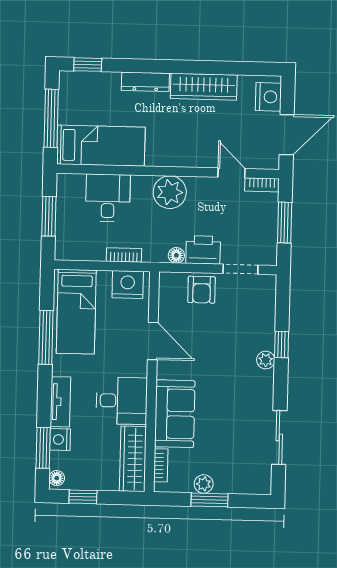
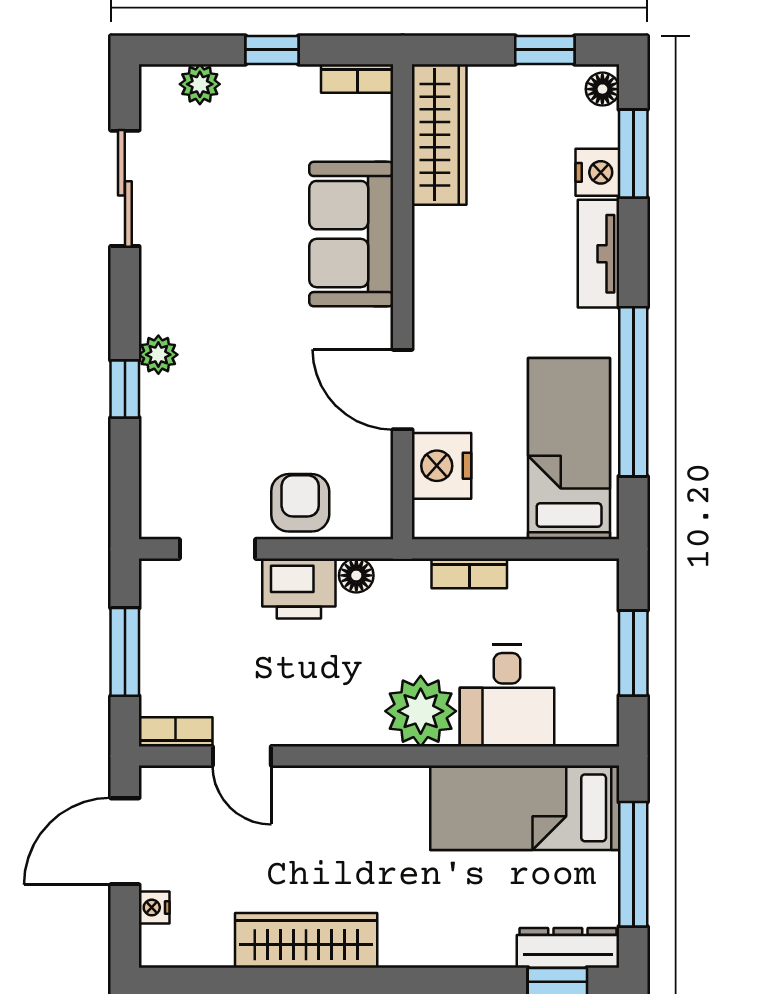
dresser: (145, 82) -> (568, 948), moved
nightstand: (268, 97) -> (154, 908), width x0.53, depth x0.56
plant: (170, 192) -> (421, 711), moved
nightstand: (128, 285) -> (442, 466), moved, turned 90
window: (46, 337) -> (633, 392), width x1.46
desk: (122, 401) -> (466, 259), removed
bookcase: (161, 465) -> (357, 79), moved, turned -90
plant: (204, 484) -> (200, 84), moved
window: (209, 500) -> (272, 50), width x0.67

